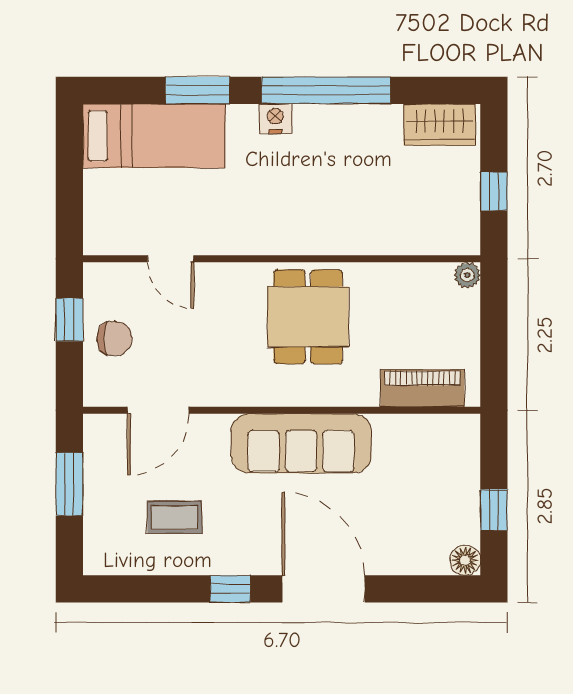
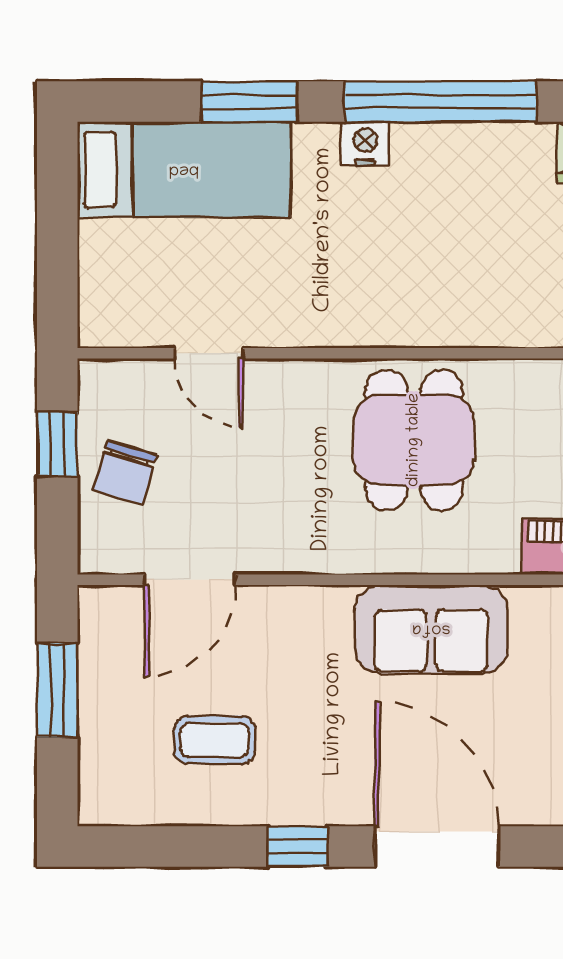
chair: (114, 338) -> (125, 472), turned 107
sofa: (301, 443) -> (431, 629), width x0.73

